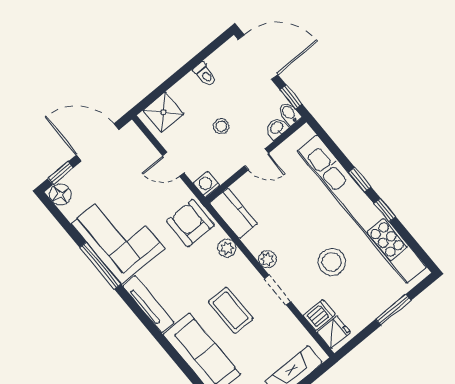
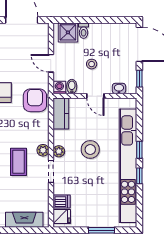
toilet: (205, 74) -> (84, 31), moved
bidet: (290, 114) -> (72, 87), moved
plant: (227, 248) -> (43, 150), moved
stool: (332, 262) -> (90, 149), moved

